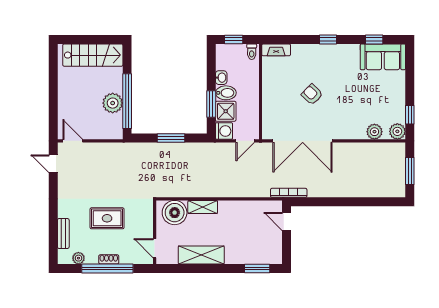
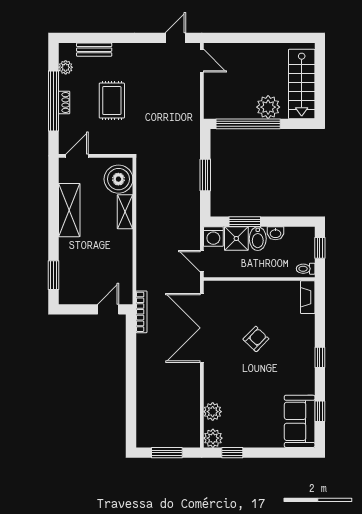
plant: (113, 103) -> (268, 107), moved
door: (73, 141) -> (202, 61), hinge flipped

